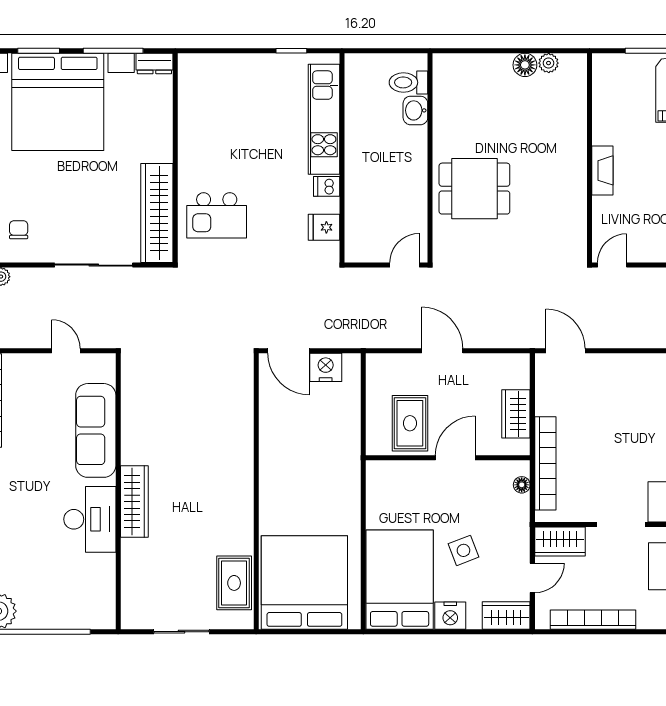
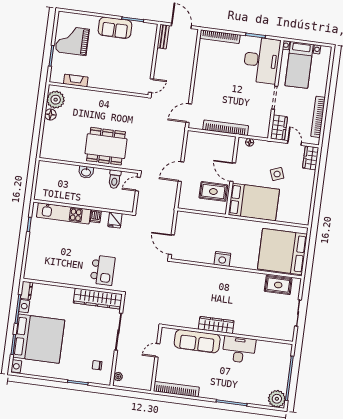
plant: (549, 63) -> (56, 100), width x1.88, depth x1.88
toilet: (408, 82) -> (115, 179), moved
washbasin: (415, 110) -> (86, 172), moved
fireplace: (602, 170) -> (76, 80), moved
dining table: (474, 189) -> (106, 146), width x1.38
door: (405, 265) -> (138, 184), hinge flipped
door: (612, 265) -> (151, 86), swing flipped
door: (288, 351) -> (171, 245), swing flipped
nightstand: (326, 367) -> (222, 259), moved, turned -90
wardrobe: (516, 414) -> (216, 141), removed
bookcase: (545, 463) -> (226, 128), moved
wardrobe: (134, 502) -> (216, 325), moved
bed: (400, 580) -> (254, 202), moved, turned 180
nightstand: (450, 616) -> (307, 184), removed

